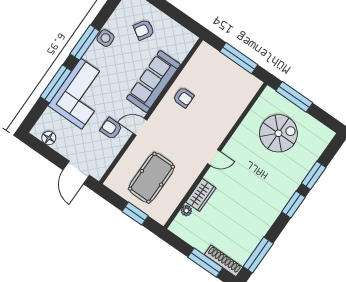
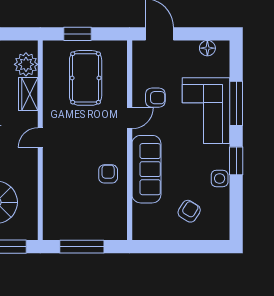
window: (85, 42) -> (236, 161), width x0.69
armchair: (183, 97) -> (108, 174), turned 90
plant: (186, 211) -> (26, 64), width x1.87, depth x1.87

